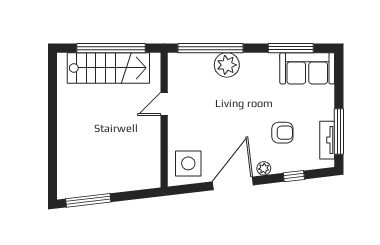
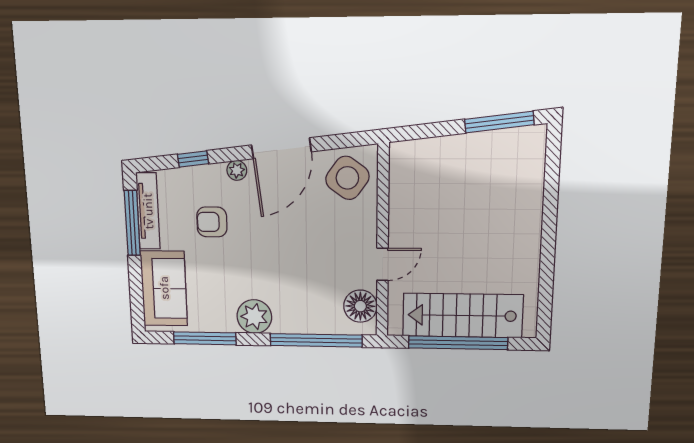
plant: (227, 65) -> (254, 317), moved
sofa: (307, 68) -> (164, 288), moved, turned 90
floor lamp: (179, 74) -> (360, 306), added
tv unit: (327, 140) -> (148, 211), width x1.41
side table: (188, 163) -> (347, 178), turned 36

